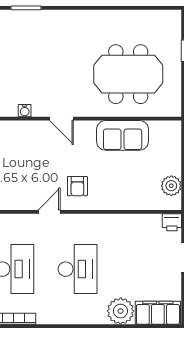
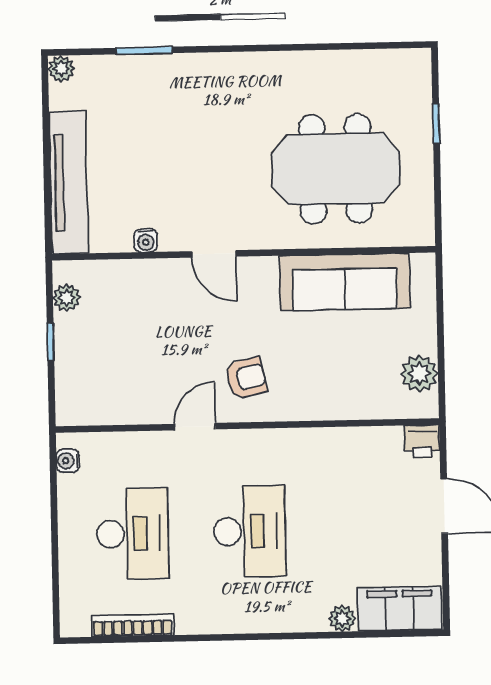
sofa: (123, 135) -> (345, 282), width x1.36
armchair: (77, 186) -> (246, 378), turned -102
plant: (121, 311) -> (342, 618), width x0.53, depth x0.53

